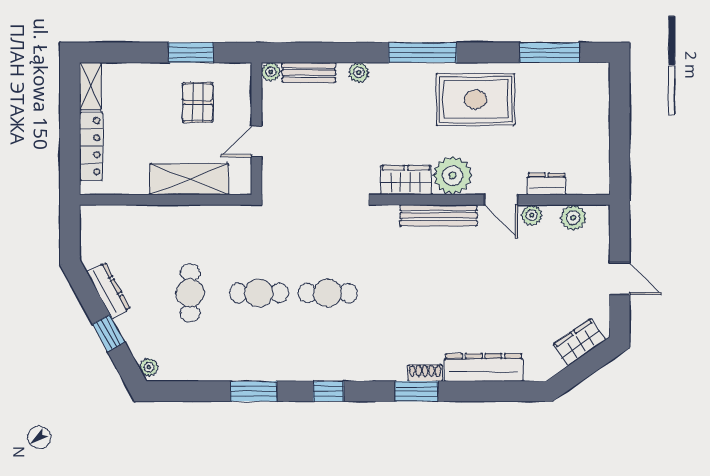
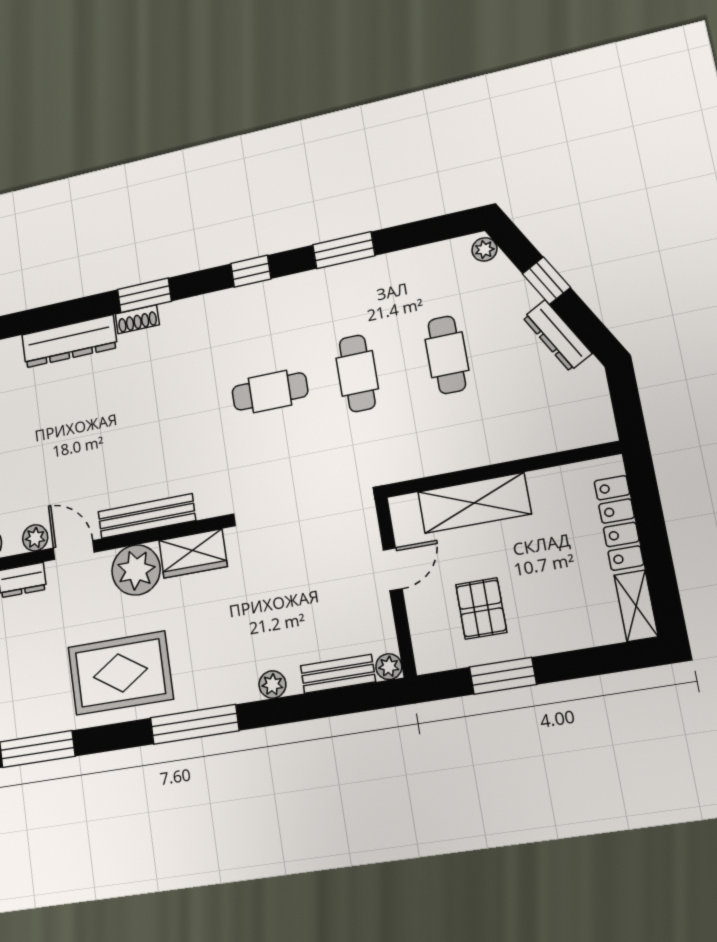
cafe table: (259, 293) -> (357, 373), turned 90

